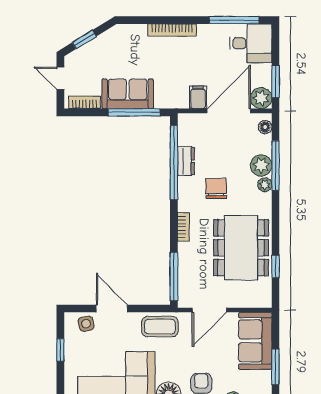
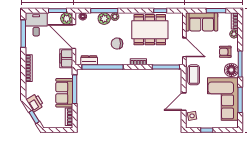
printer: (110, 41) -> (35, 103), added
door: (60, 78) -> (56, 130), removed
filing cabinet: (198, 97) -> (66, 58), width x2.00
dresser: (186, 161) -> (89, 60), moved

